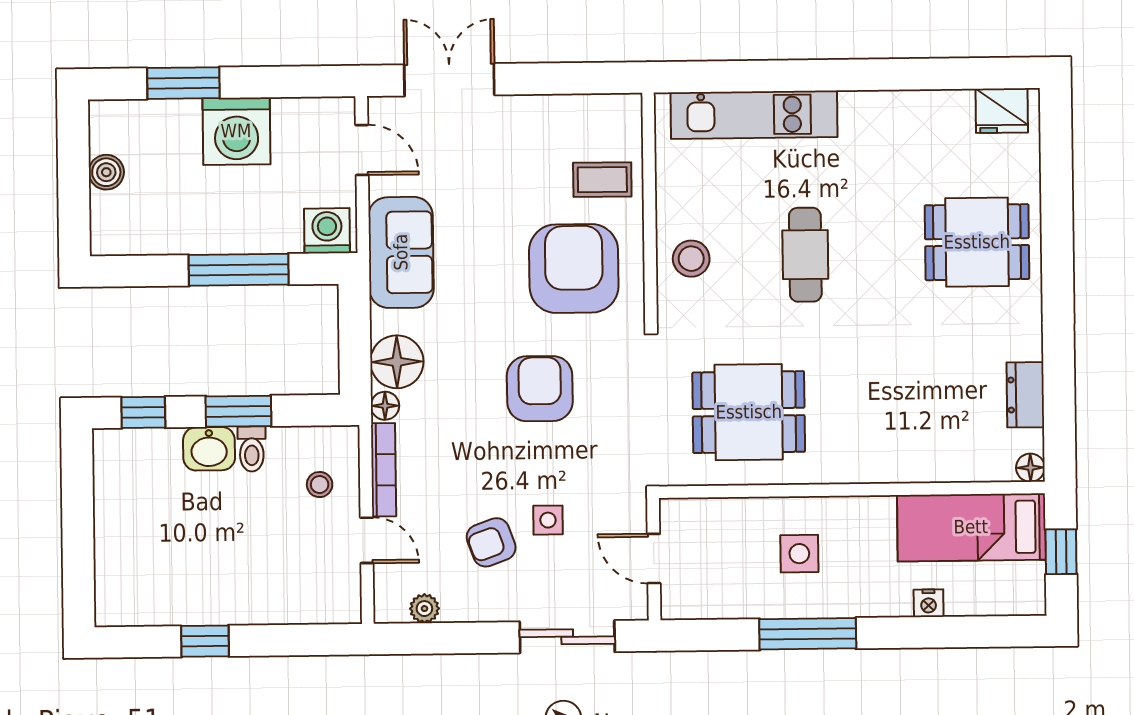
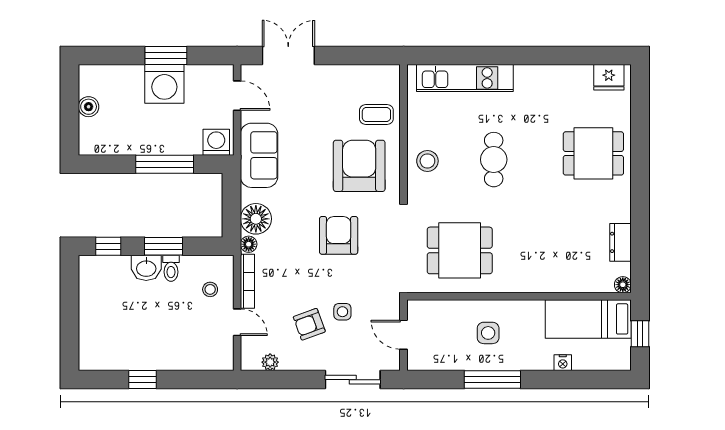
window: (183, 83) -> (166, 55), moved

